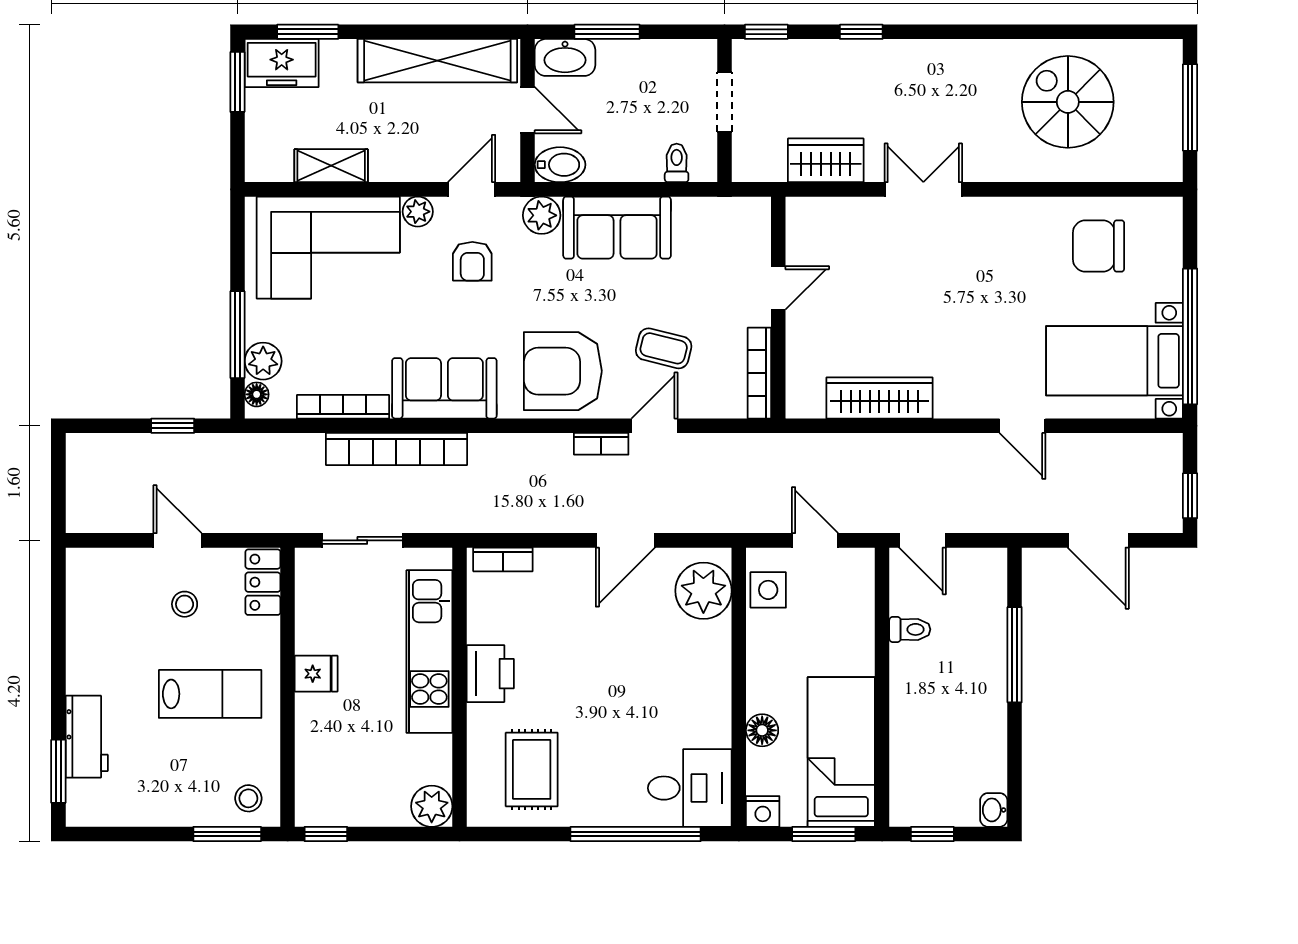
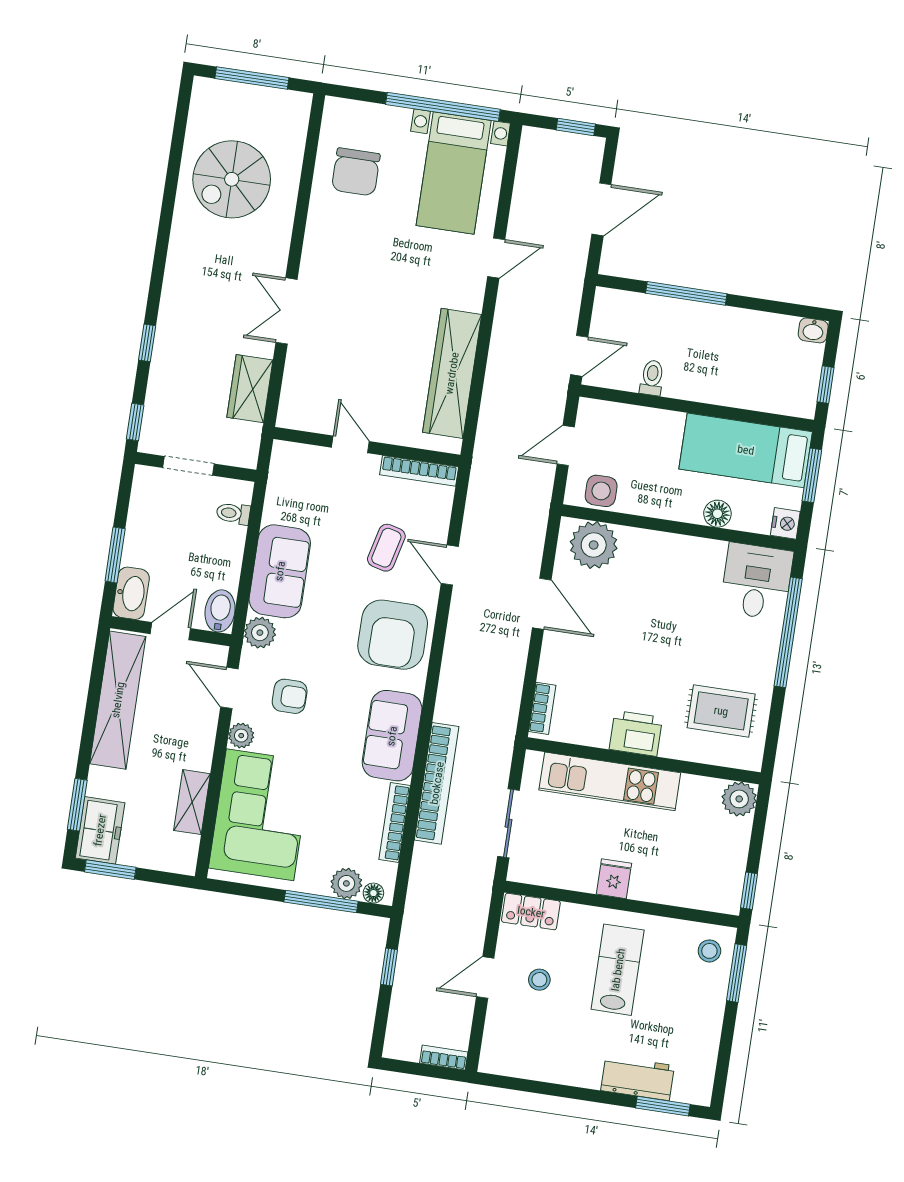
wardrobe: (879, 398) -> (452, 373), width x1.40, depth x1.17
bookcase: (601, 444) -> (444, 1058), moved, turned -90

